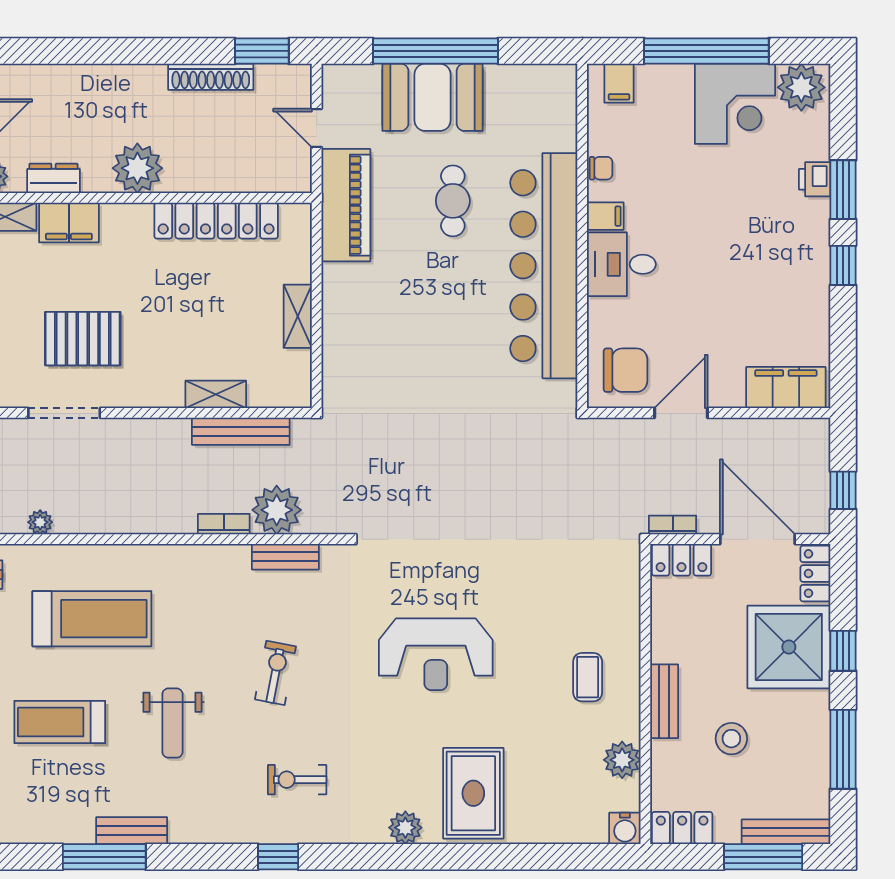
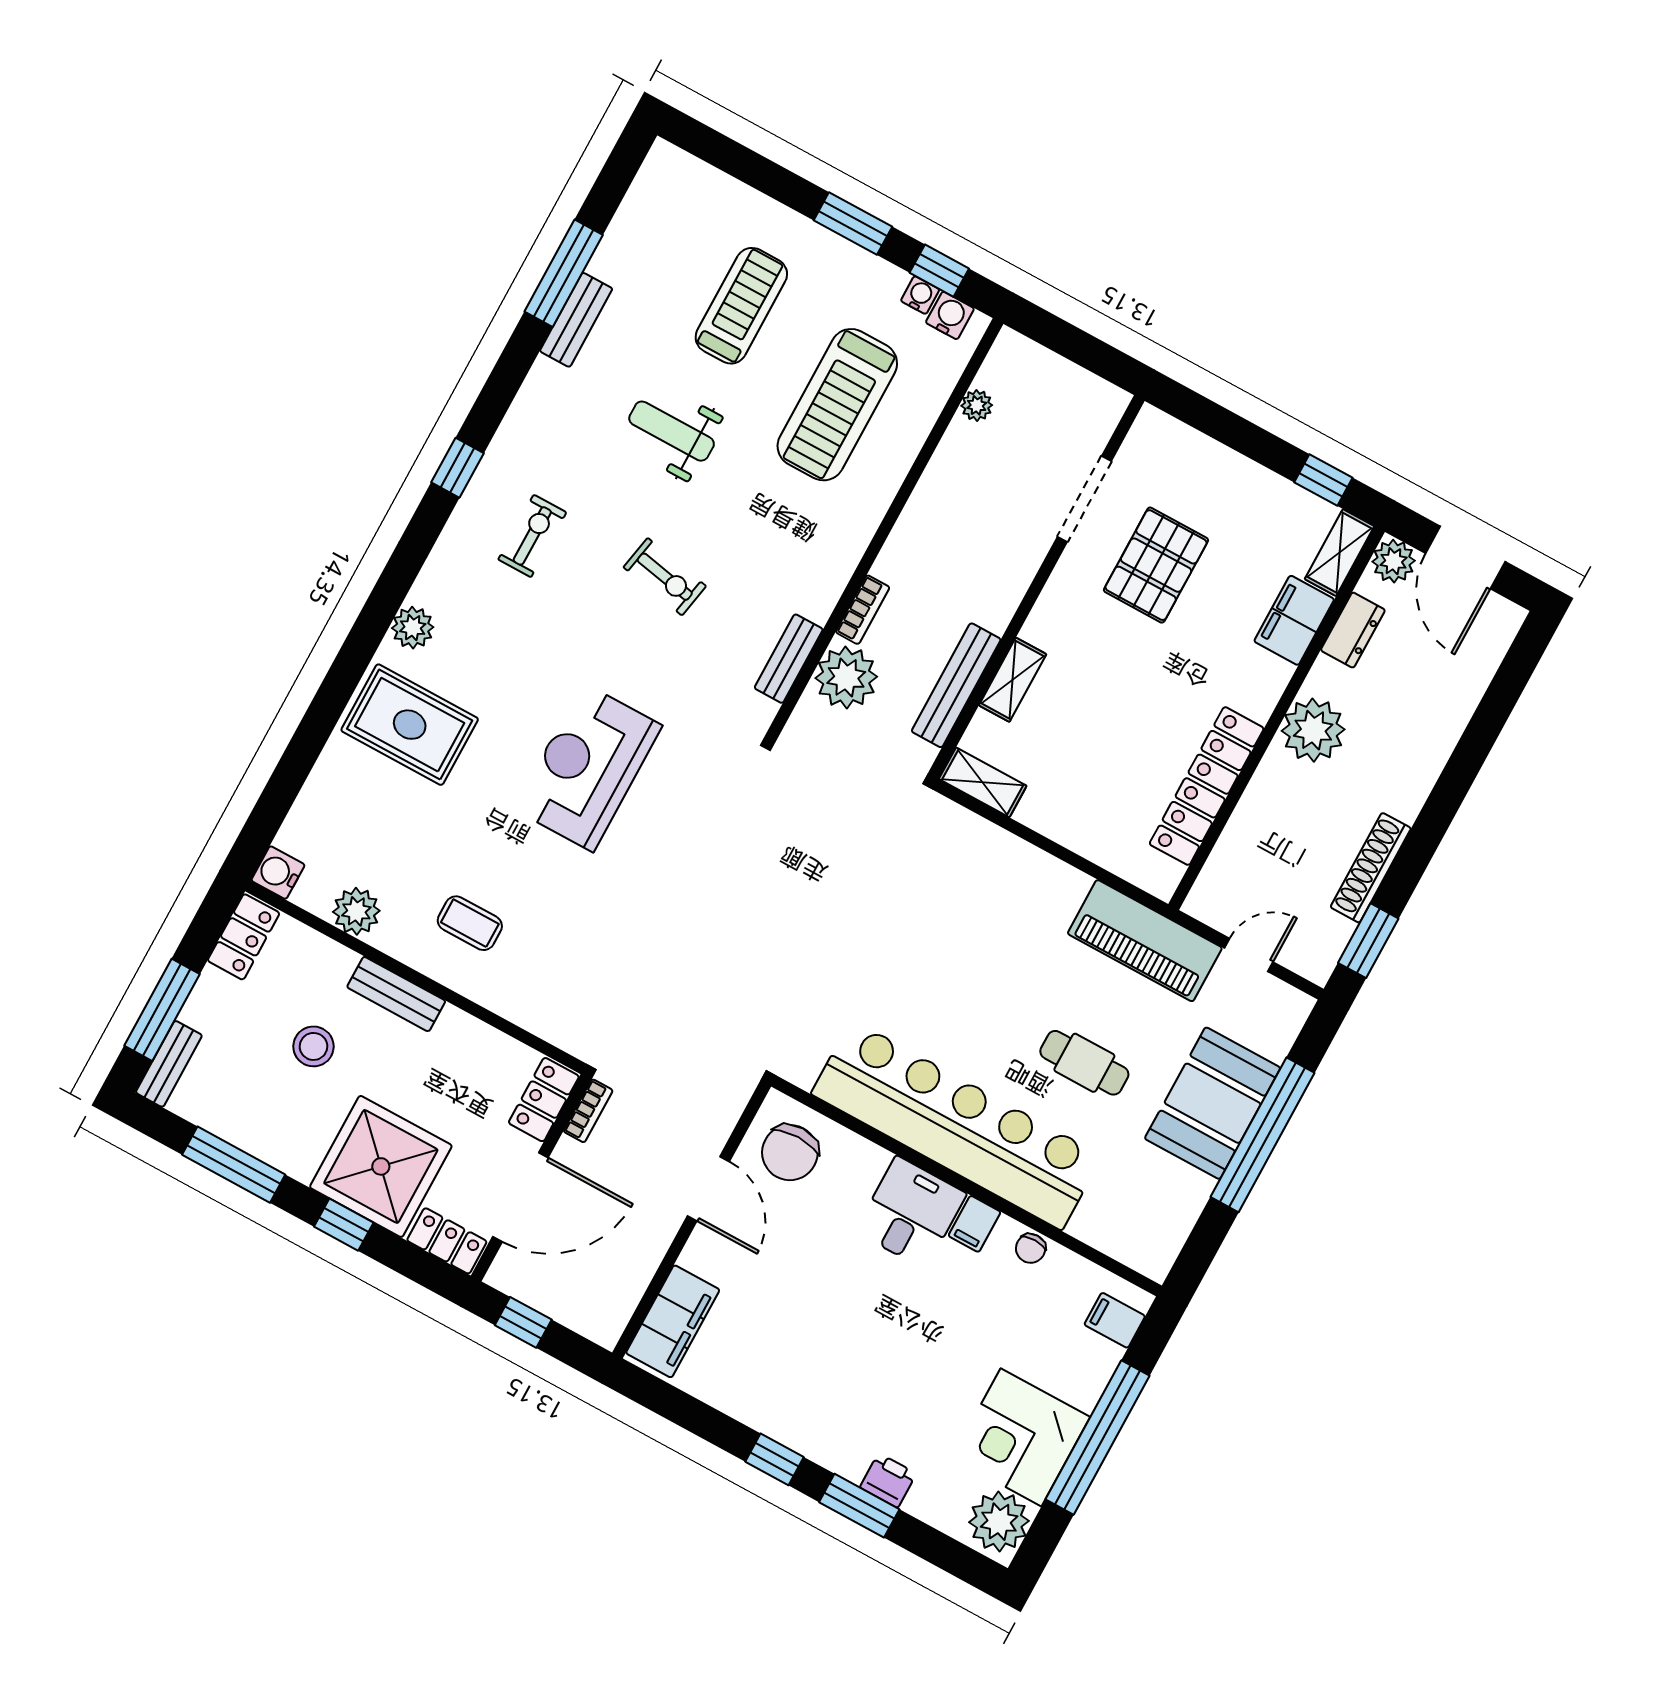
shelving: (298, 316) -> (983, 782), moved
bench: (786, 832) -> (169, 1064), width x0.73

